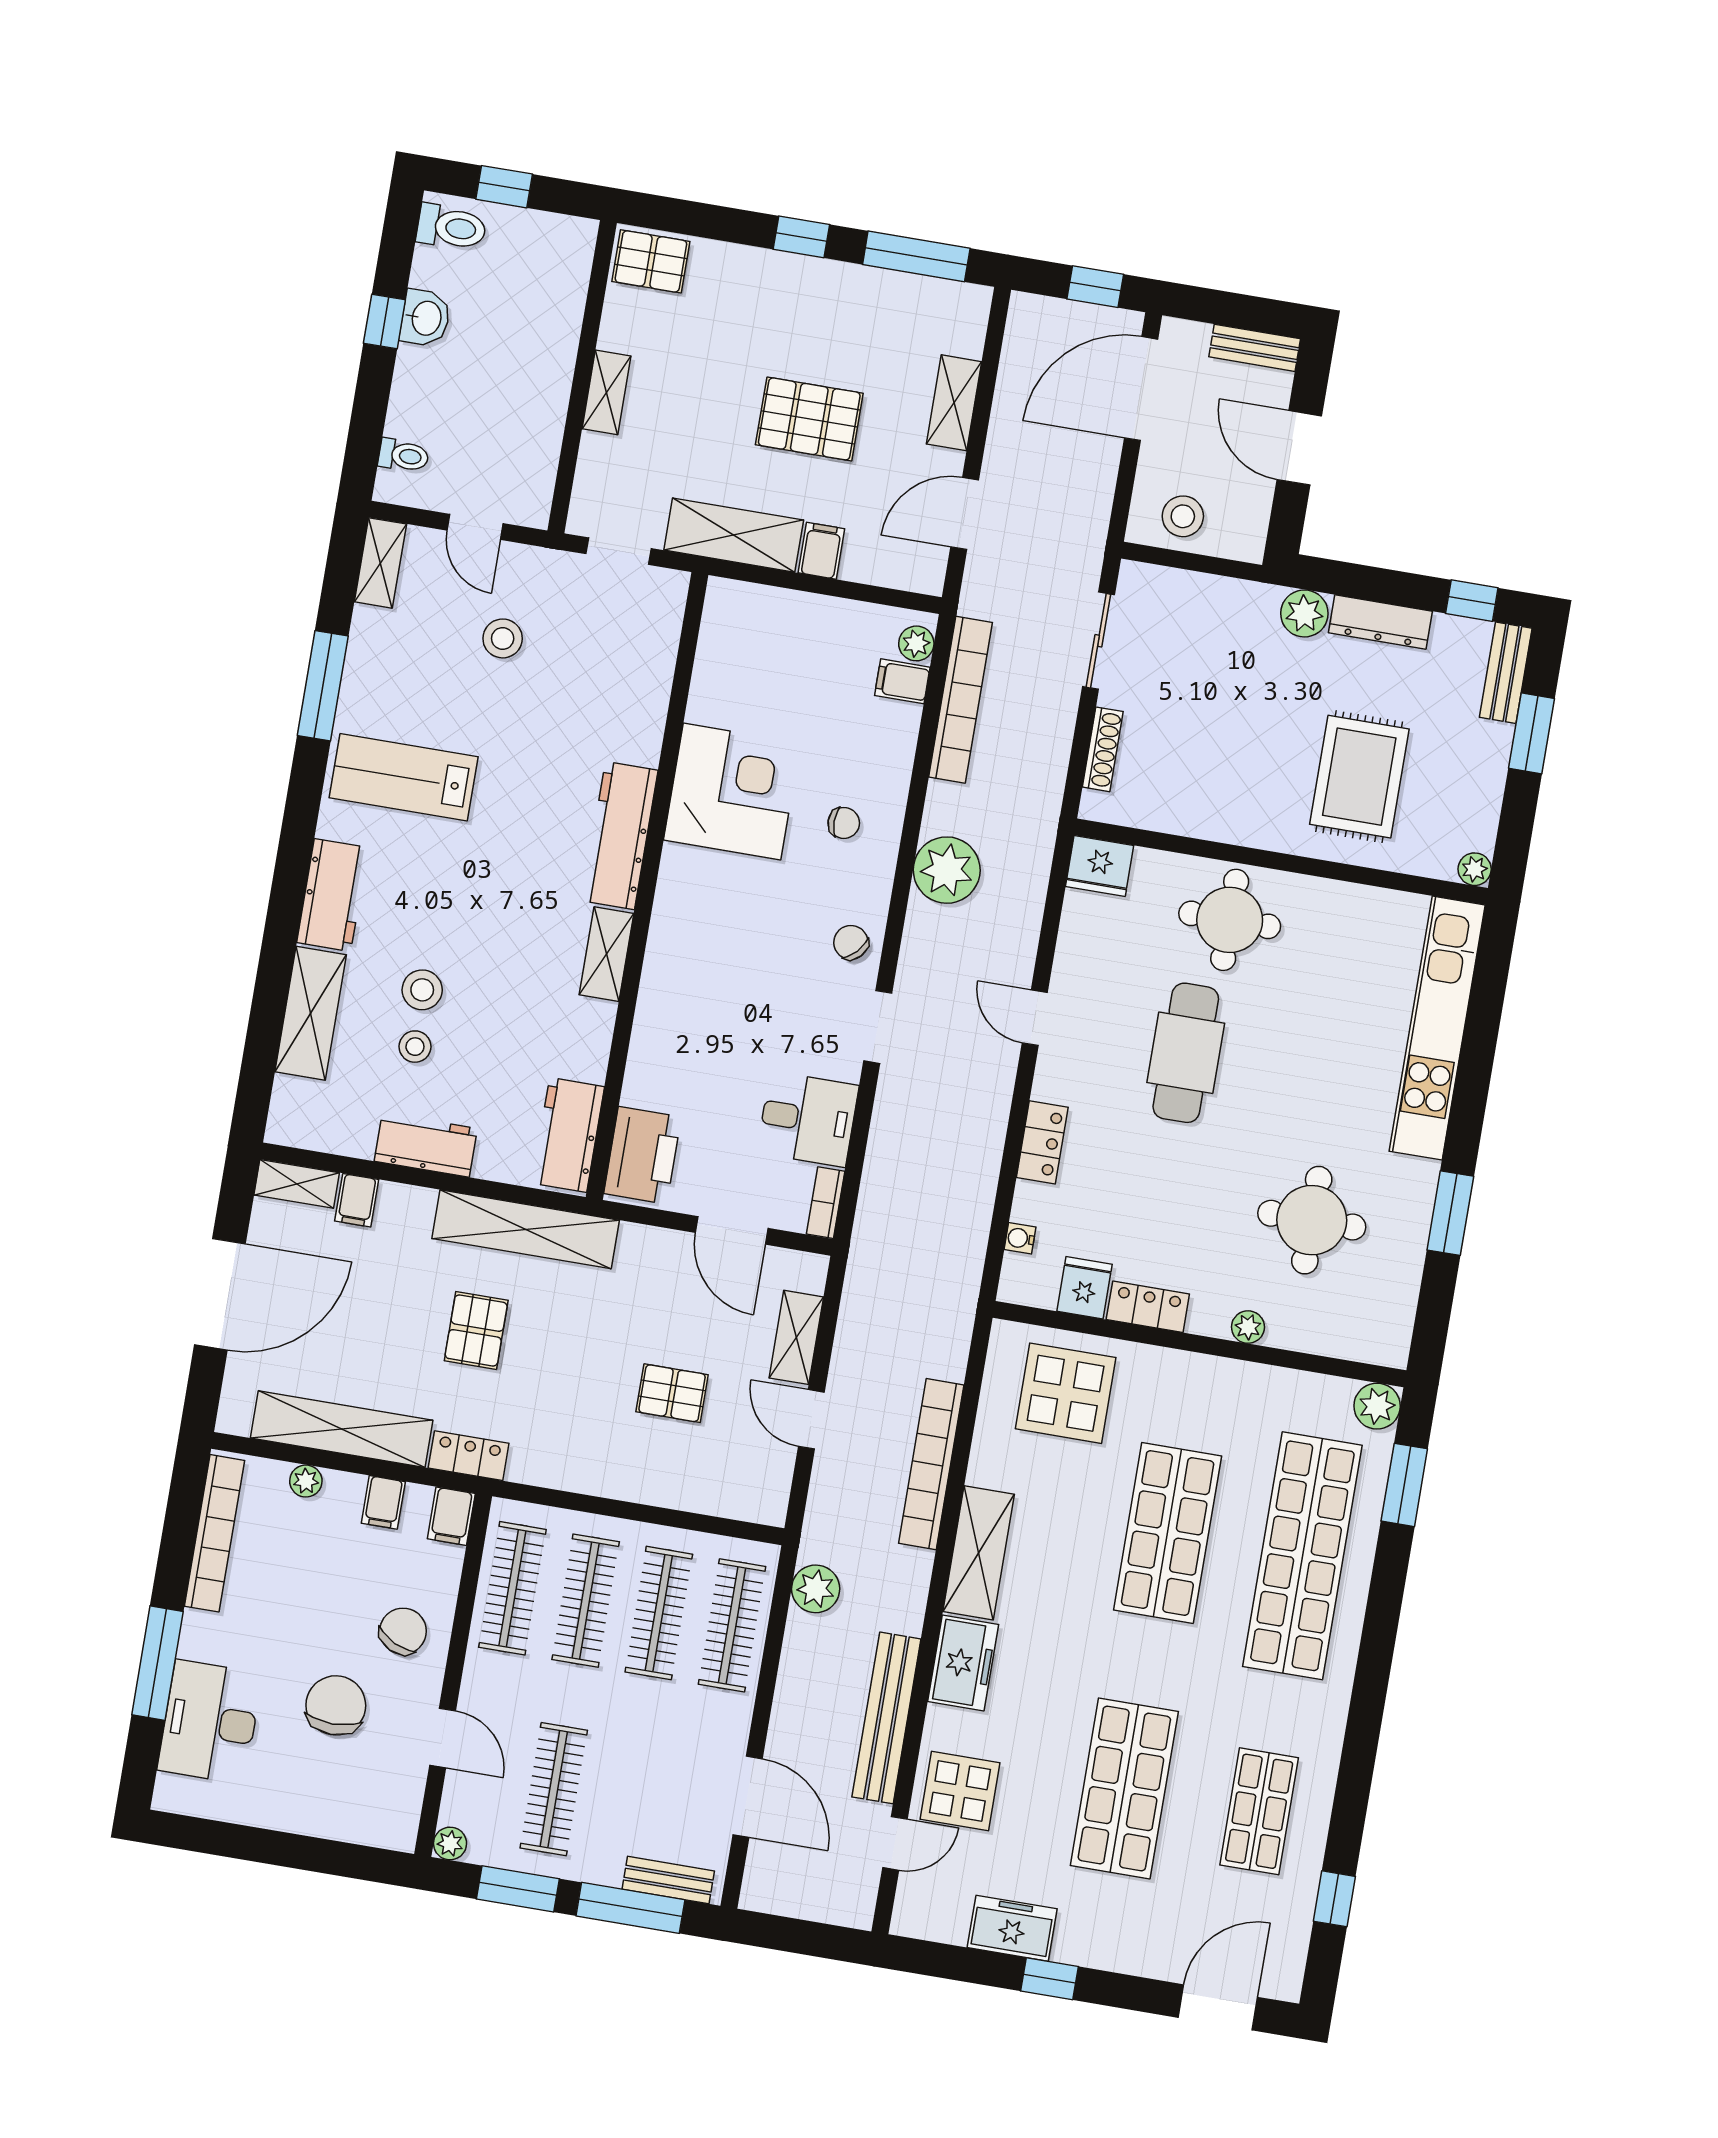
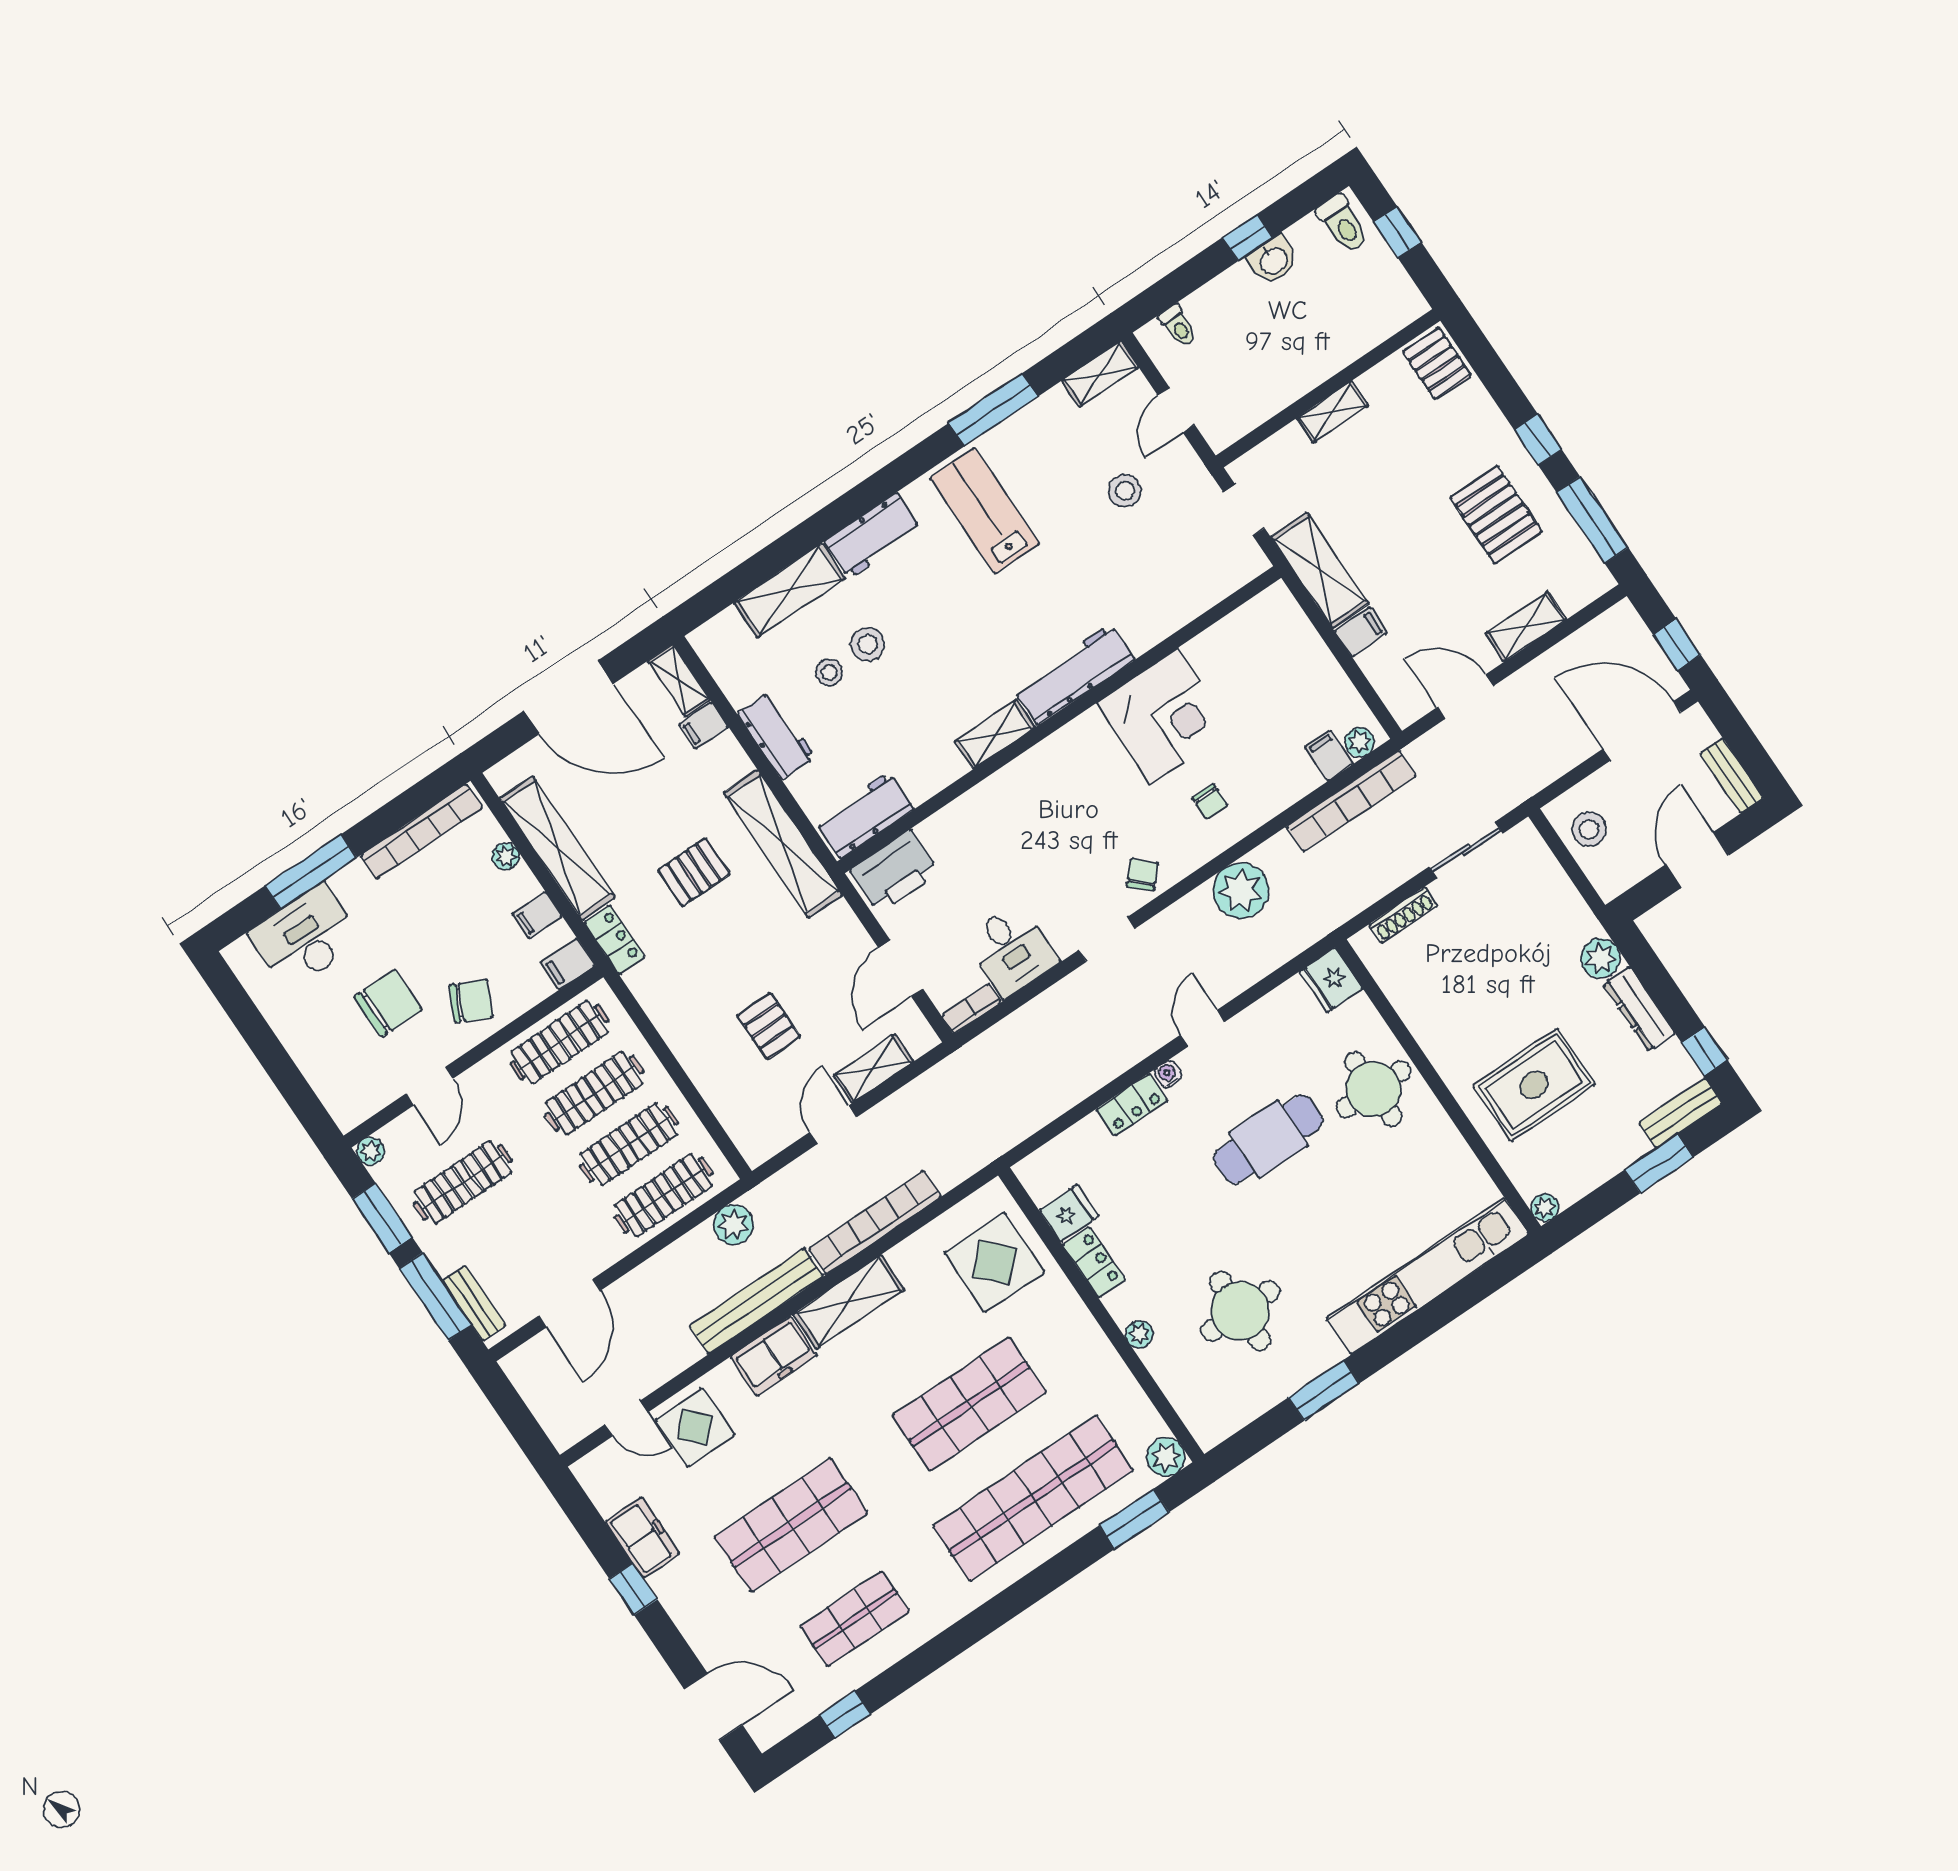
pallet: (809, 419) -> (1496, 515), moved
water cooler: (1020, 1238) -> (1168, 1074), moved
bench: (886, 1718) -> (756, 1301), moved

